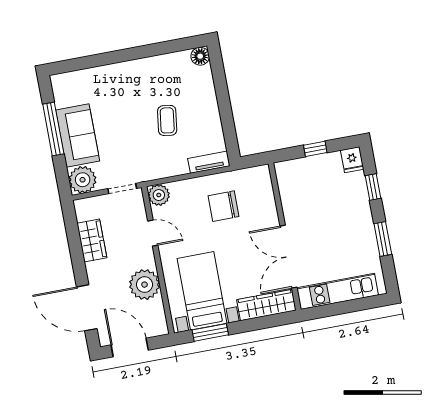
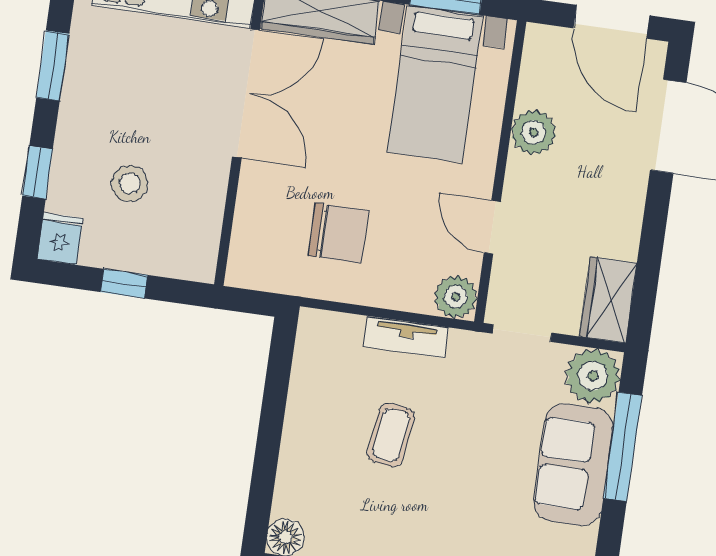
window: (53, 129) -> (623, 447), moved
tv unit: (209, 162) -> (406, 337), moved
stool: (328, 196) -> (130, 183), added
wardrobe: (92, 241) -> (608, 300), moved
plant: (144, 285) -> (534, 132), width x0.73, depth x0.73

